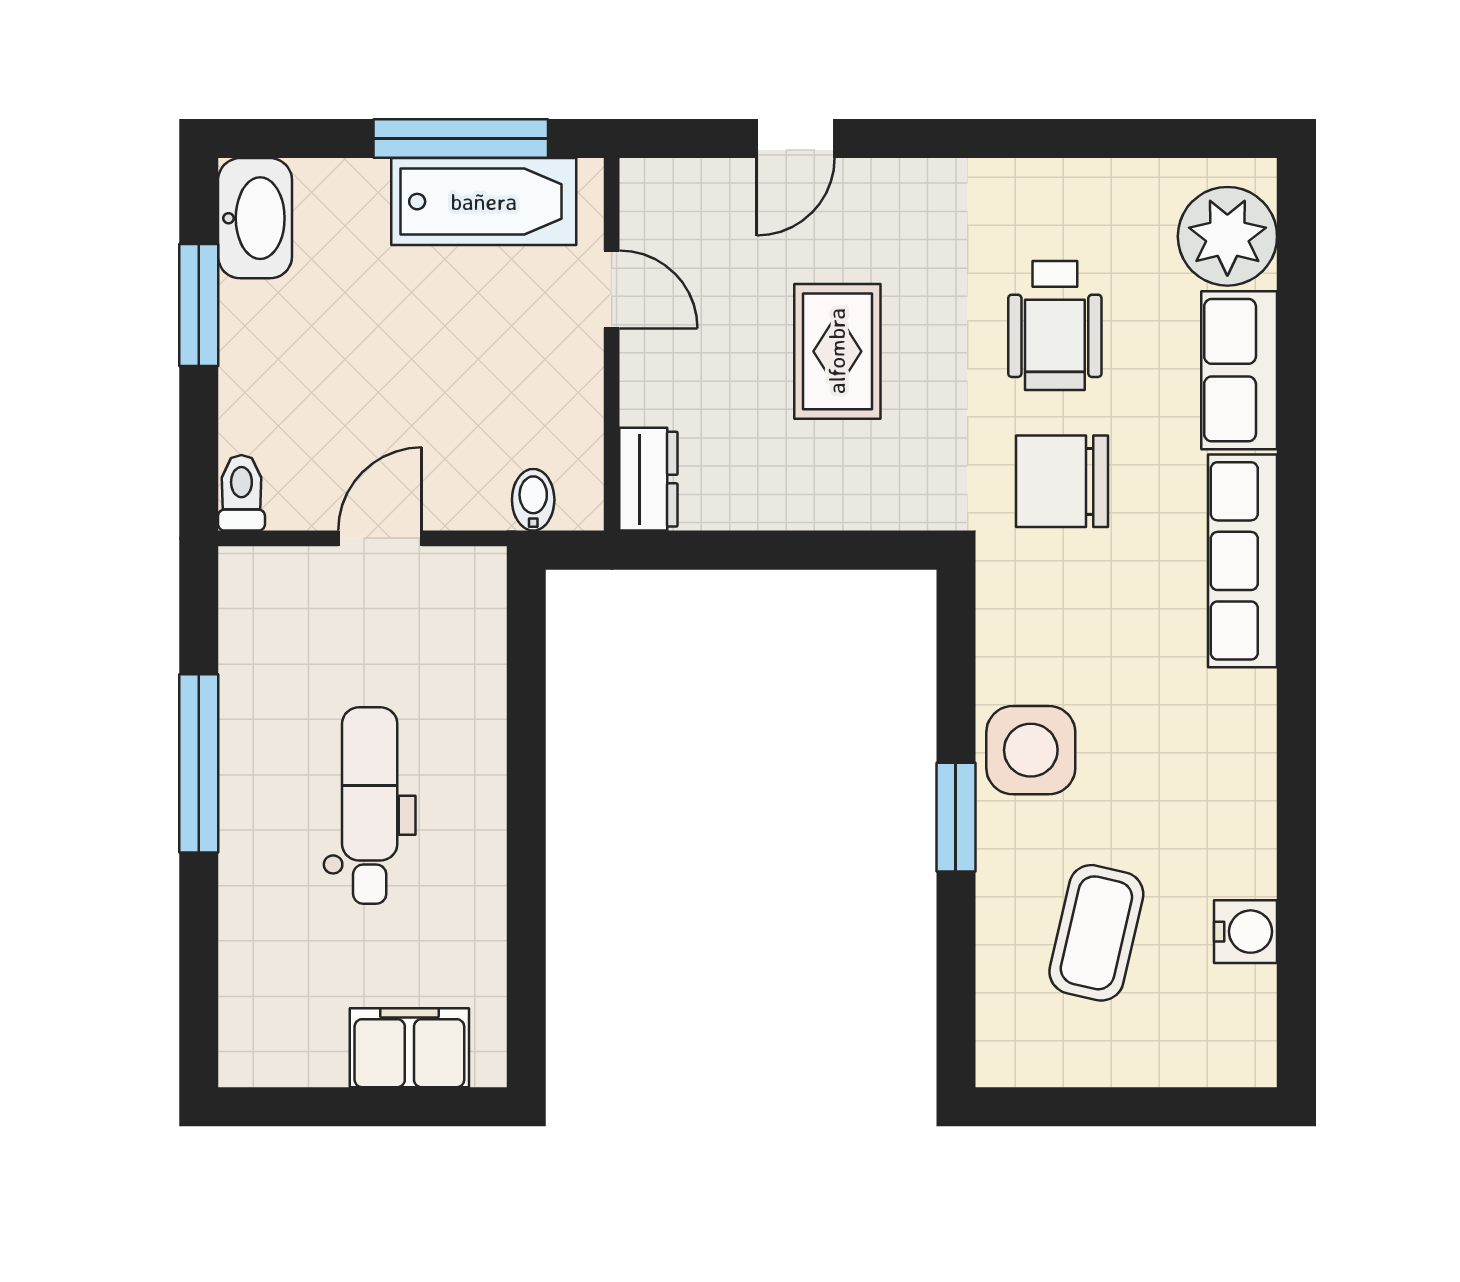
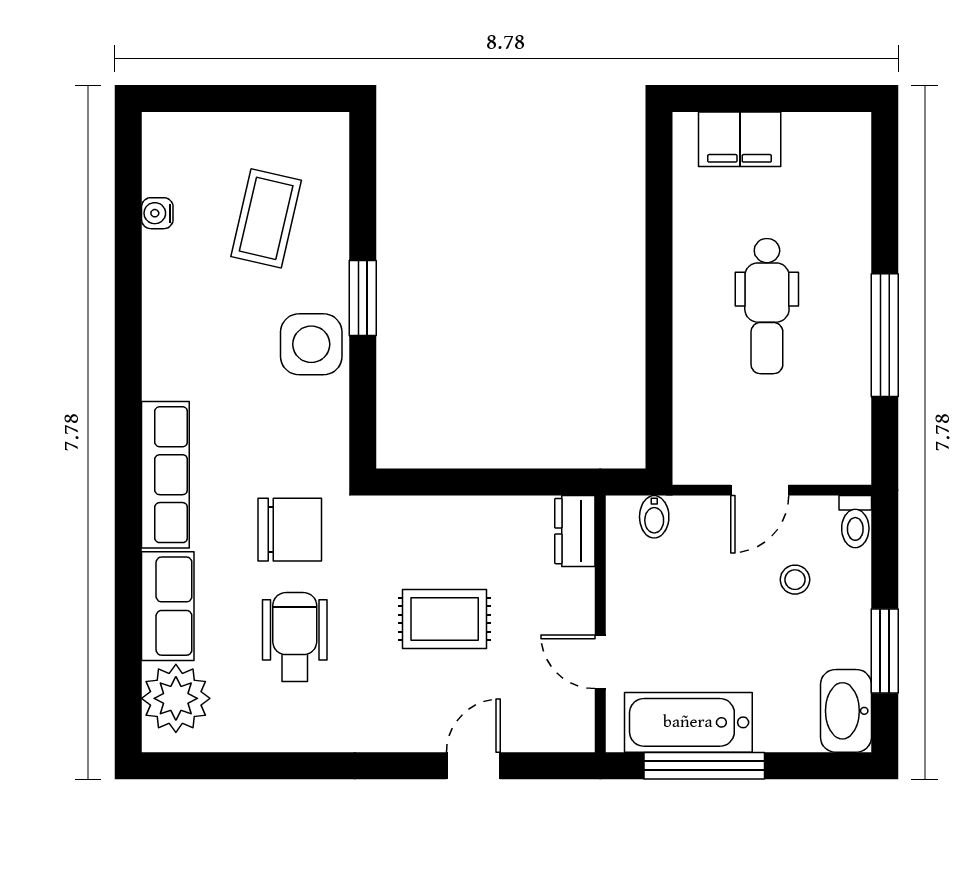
rug: (837, 351) -> (445, 619), turned 90
stool: (329, 409) -> (795, 580), added
water cooler: (1246, 932) -> (157, 213), width x0.72, depth x0.72

